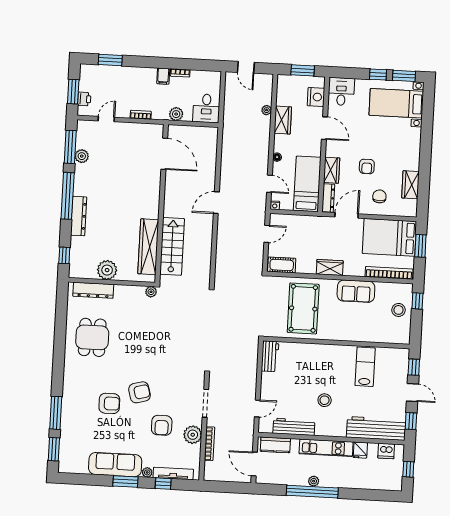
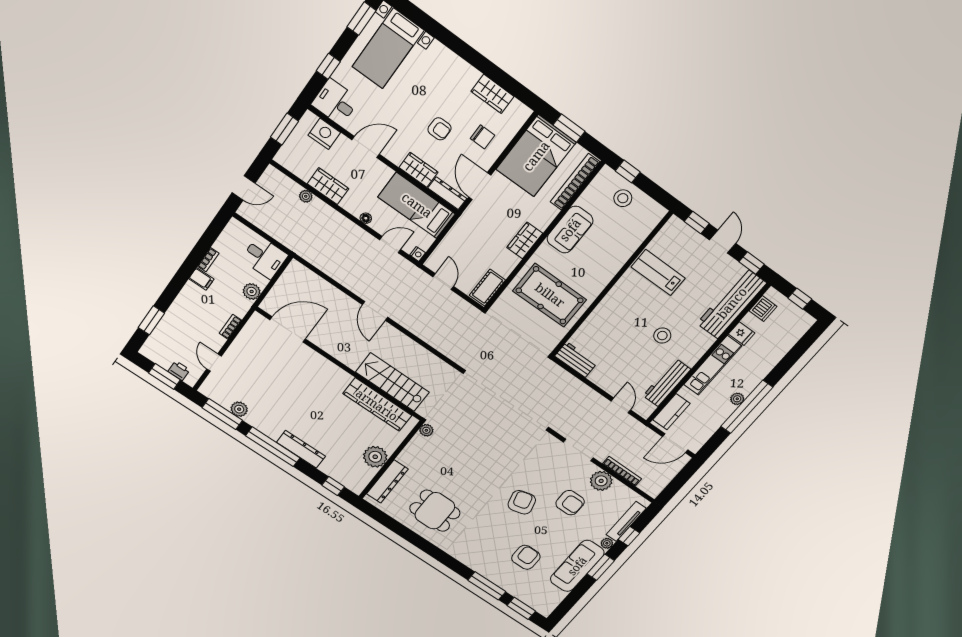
window: (378, 75) -> (328, 66), moved
chair: (379, 196) -> (483, 137), turned 180
door: (412, 393) -> (723, 242), hinge flipped
armchair: (109, 403) -> (526, 557), moved

